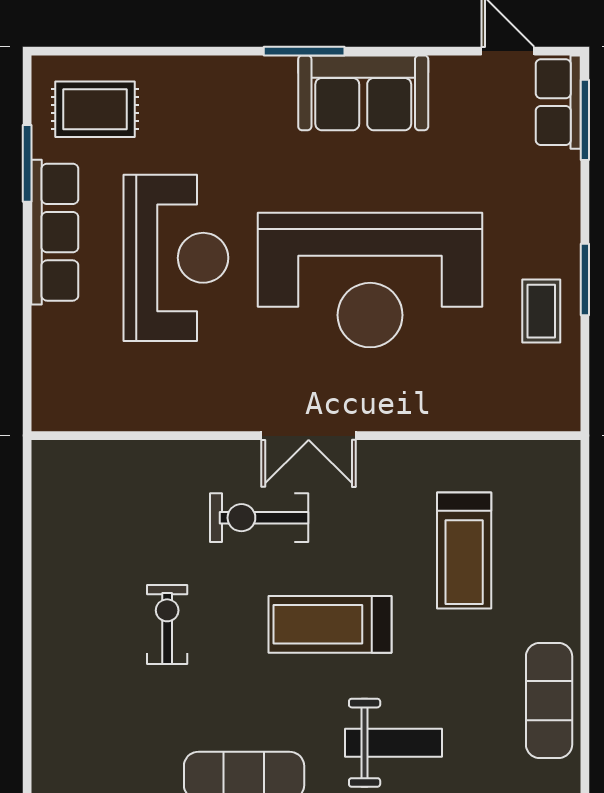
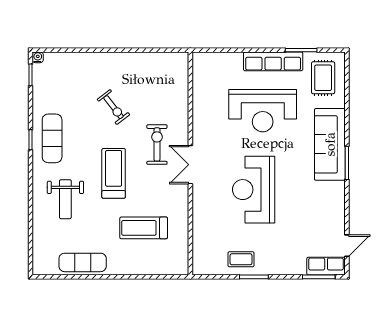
sofa: (363, 93) -> (330, 144), moved, width x1.36
reception desk: (370, 280) -> (254, 190), width x0.74, depth x0.77
exercise bike: (167, 625) -> (113, 107), turned 52

